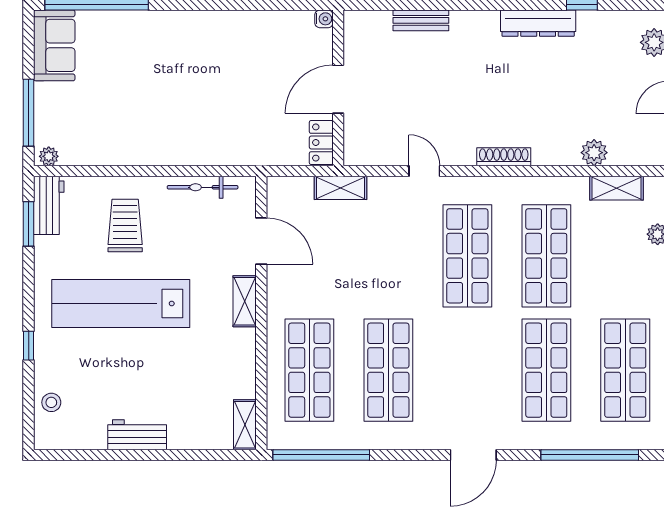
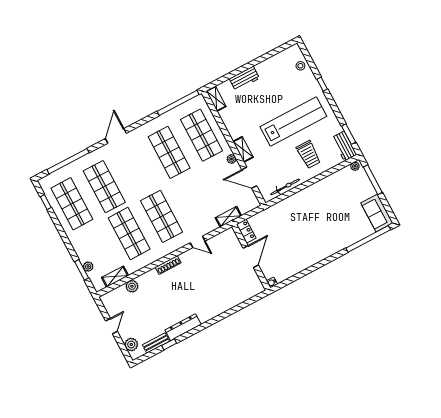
bench: (421, 20) -> (156, 343), moved
plant: (276, 295) -> (231, 159), added
workbench: (137, 435) -> (244, 78), moved

